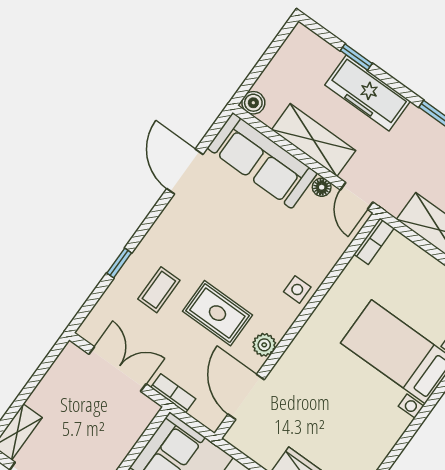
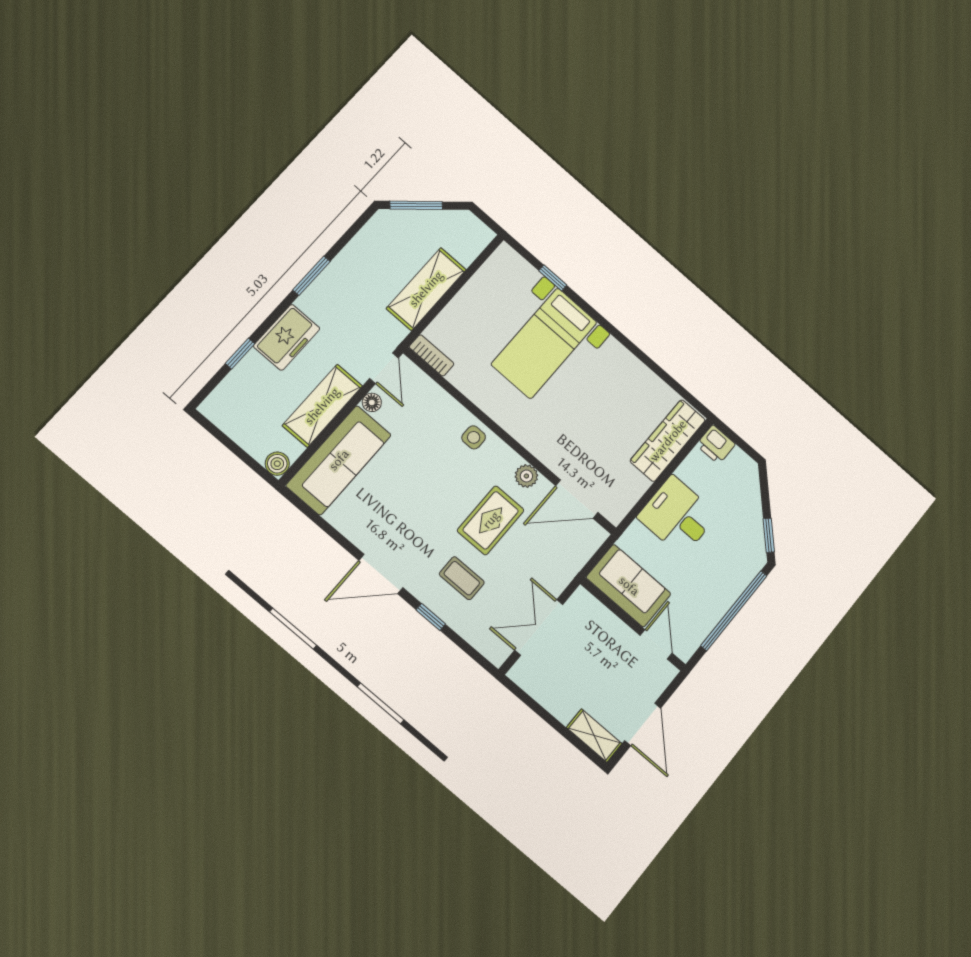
freezer: (368, 93) -> (287, 337), width x0.71
door: (185, 172) -> (381, 574), moved
door: (357, 196) -> (384, 368), hinge flipped
bookcase: (173, 393) -> (567, 572), removed

